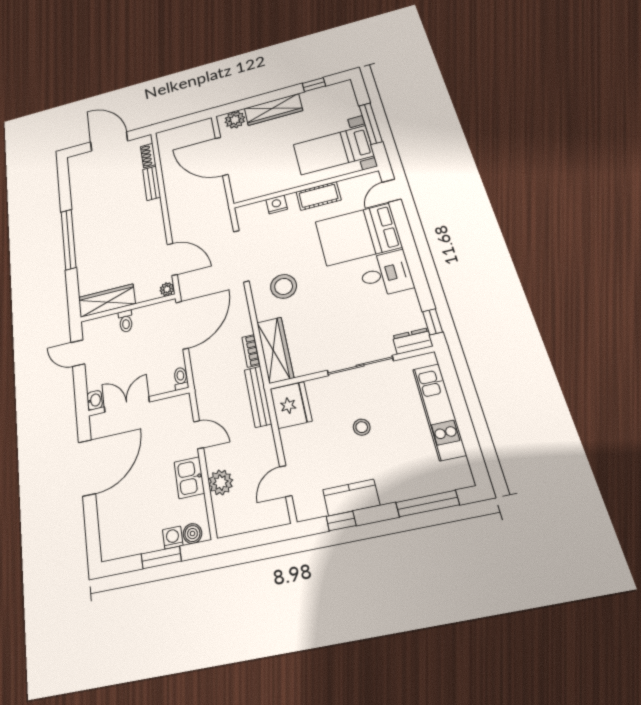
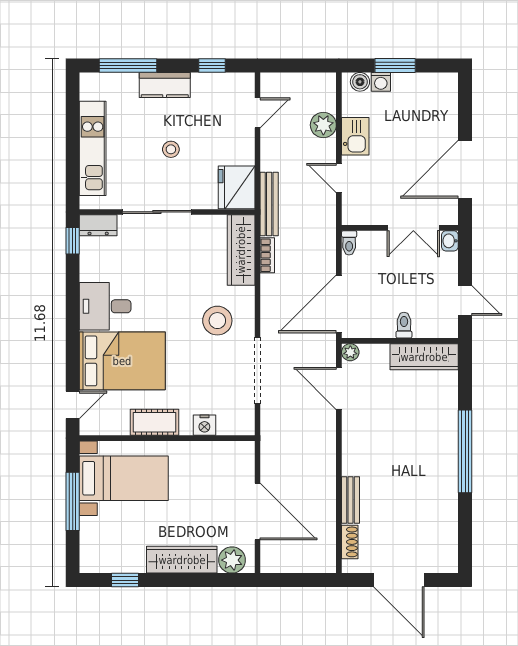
kitchen counter: (351, 497) -> (165, 85), moved

